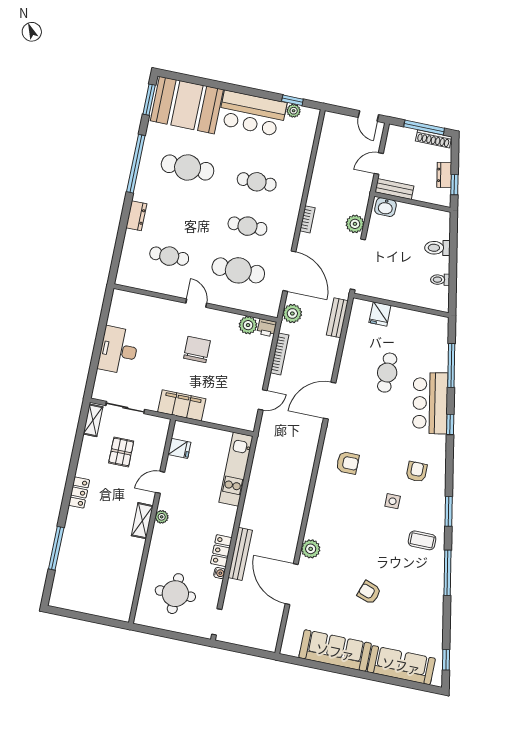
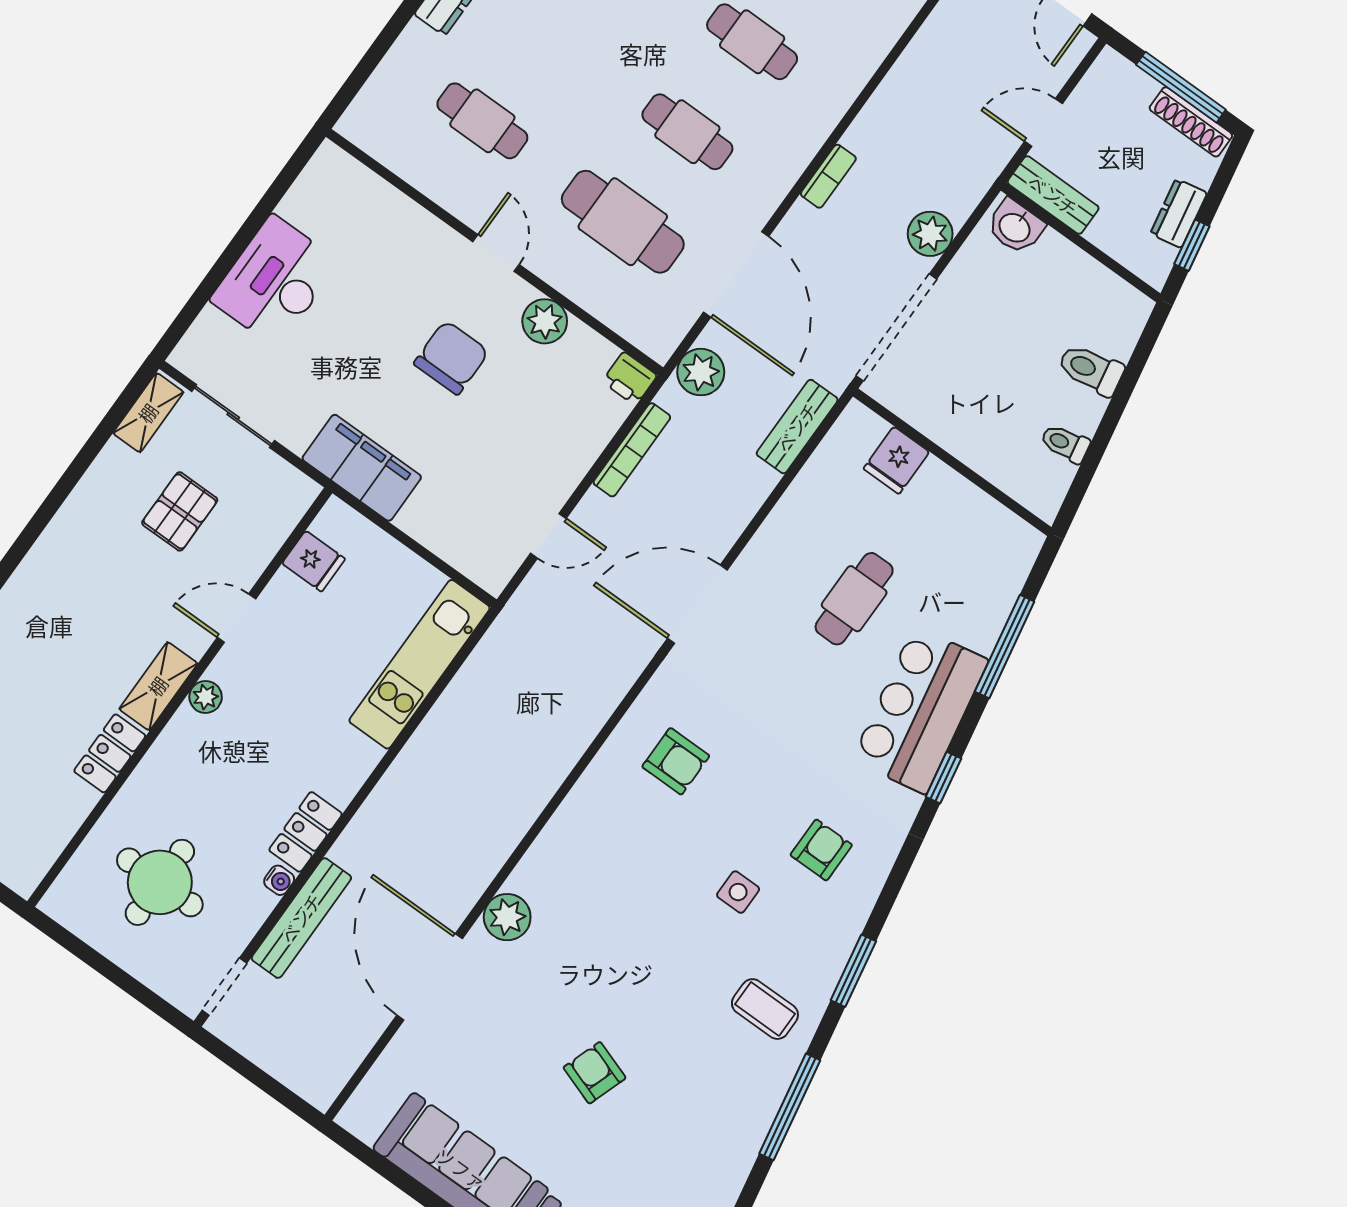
plant: (248, 325) -> (545, 321), moved
locker: (79, 493) -> (110, 753), moved, turned 180
bench: (240, 554) -> (301, 918), moved

